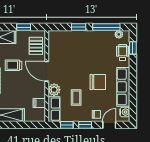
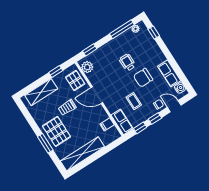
window: (79, 27) -> (90, 50), moved
wheelchair: (123, 53) -> (127, 62), moved
chair: (98, 82) -> (143, 78), turned 180
row of seats: (123, 87) -> (169, 74), width x0.68
plant: (54, 90) -> (87, 67), moved
door: (109, 125) -> (174, 106), hinge flipped

